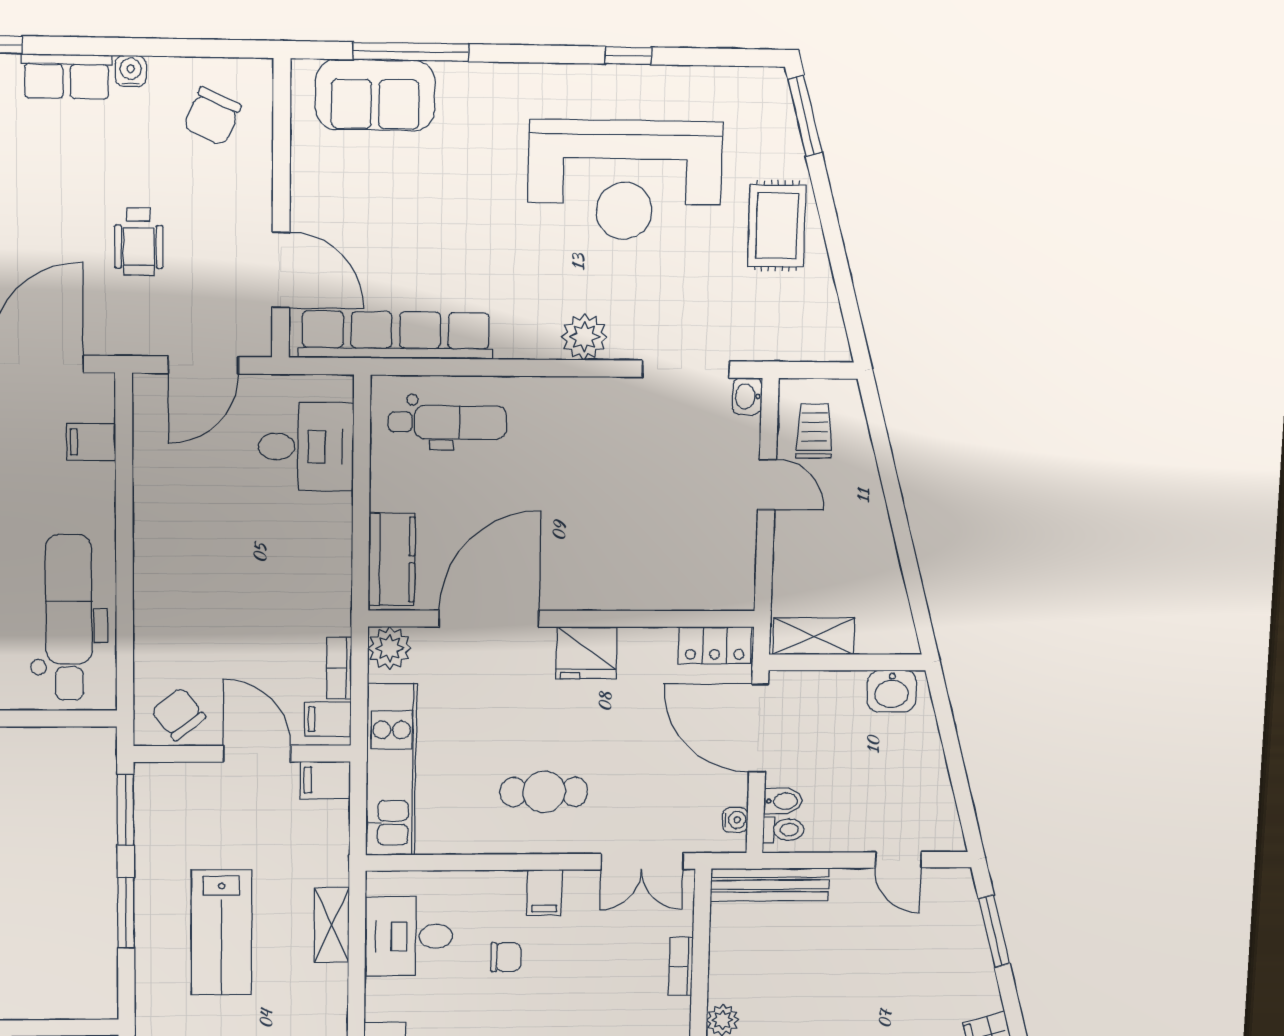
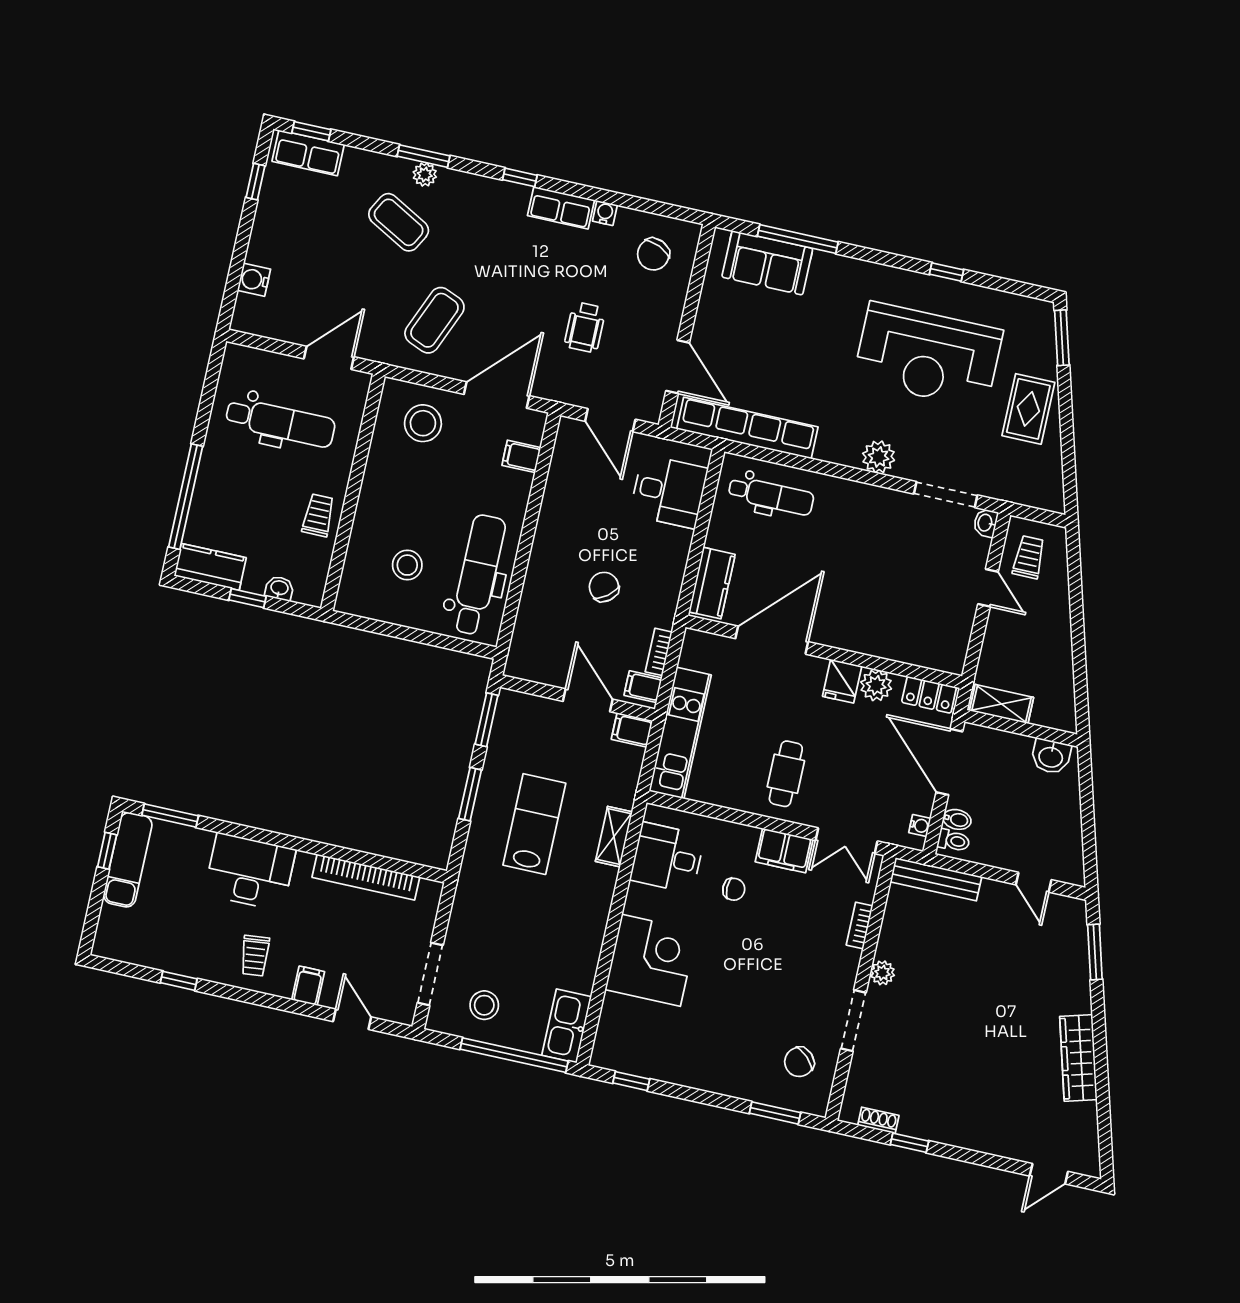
door: (203, 365) -> (610, 420), hinge flipped
plant: (390, 648) -> (876, 685), moved
fridge: (586, 653) -> (842, 681), width x0.72
chair: (179, 714) -> (604, 587), moved
cafe table: (544, 792) -> (786, 774), turned 90
filing cabinet: (545, 893) -> (784, 851), width x2.00
lab bench: (222, 932) -> (534, 824), turned 180

